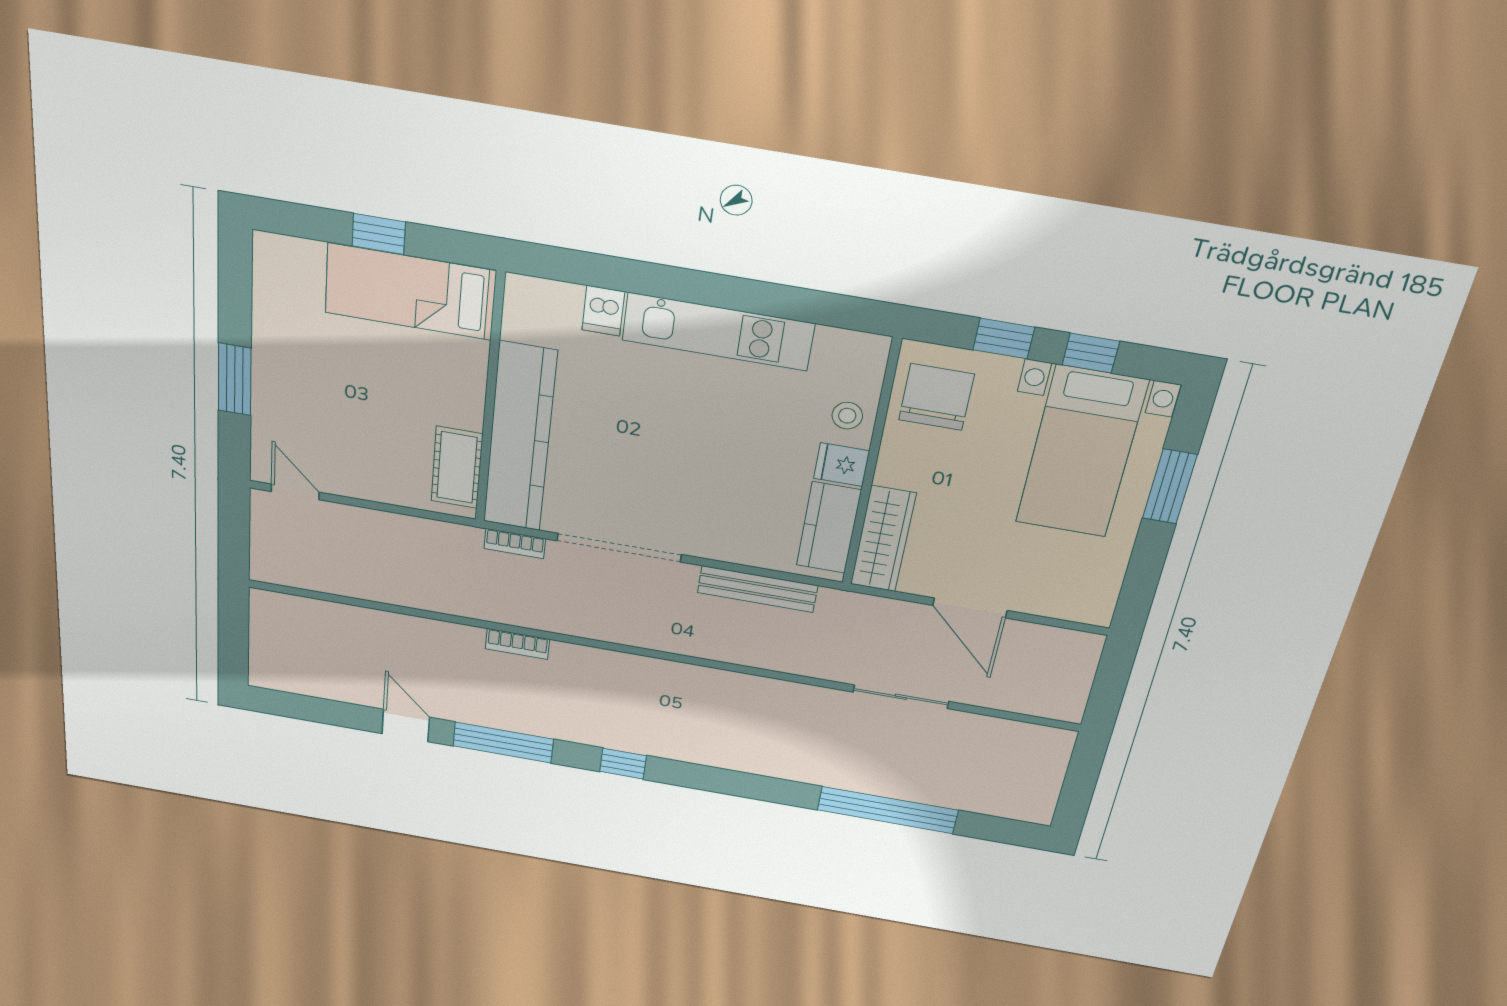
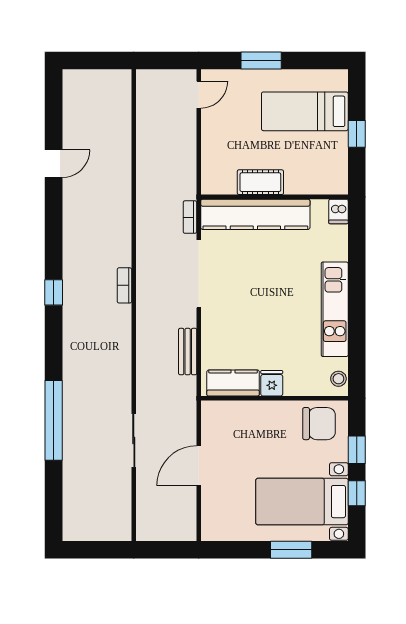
bed: (410, 292) -> (305, 111), moved, turned -90
dishwasher: (603, 311) -> (338, 211), moved, turned -90
stool: (847, 416) -> (338, 379), moved
cot: (457, 467) -> (260, 182), moved
wardrobe: (883, 539) -> (232, 412), removed
bench: (758, 589) -> (188, 352), width x0.73
bookcase: (517, 644) -> (124, 285), moved
window: (503, 743) -> (54, 221), removed
window: (888, 810) -> (54, 420), moved

